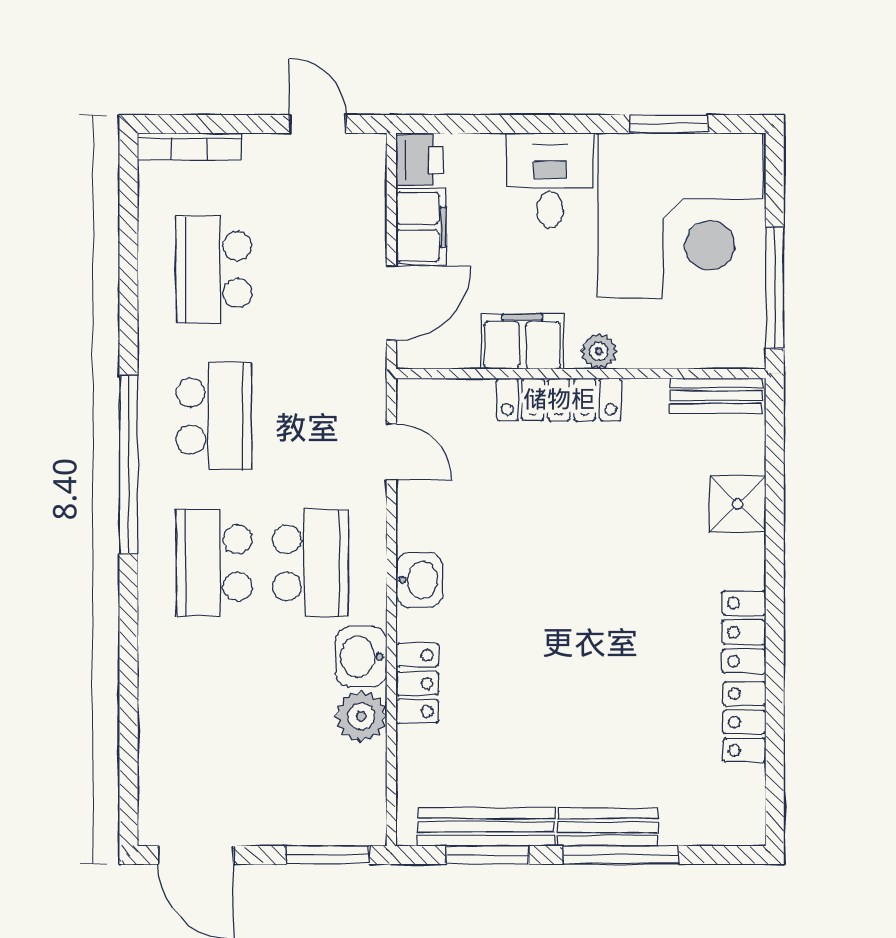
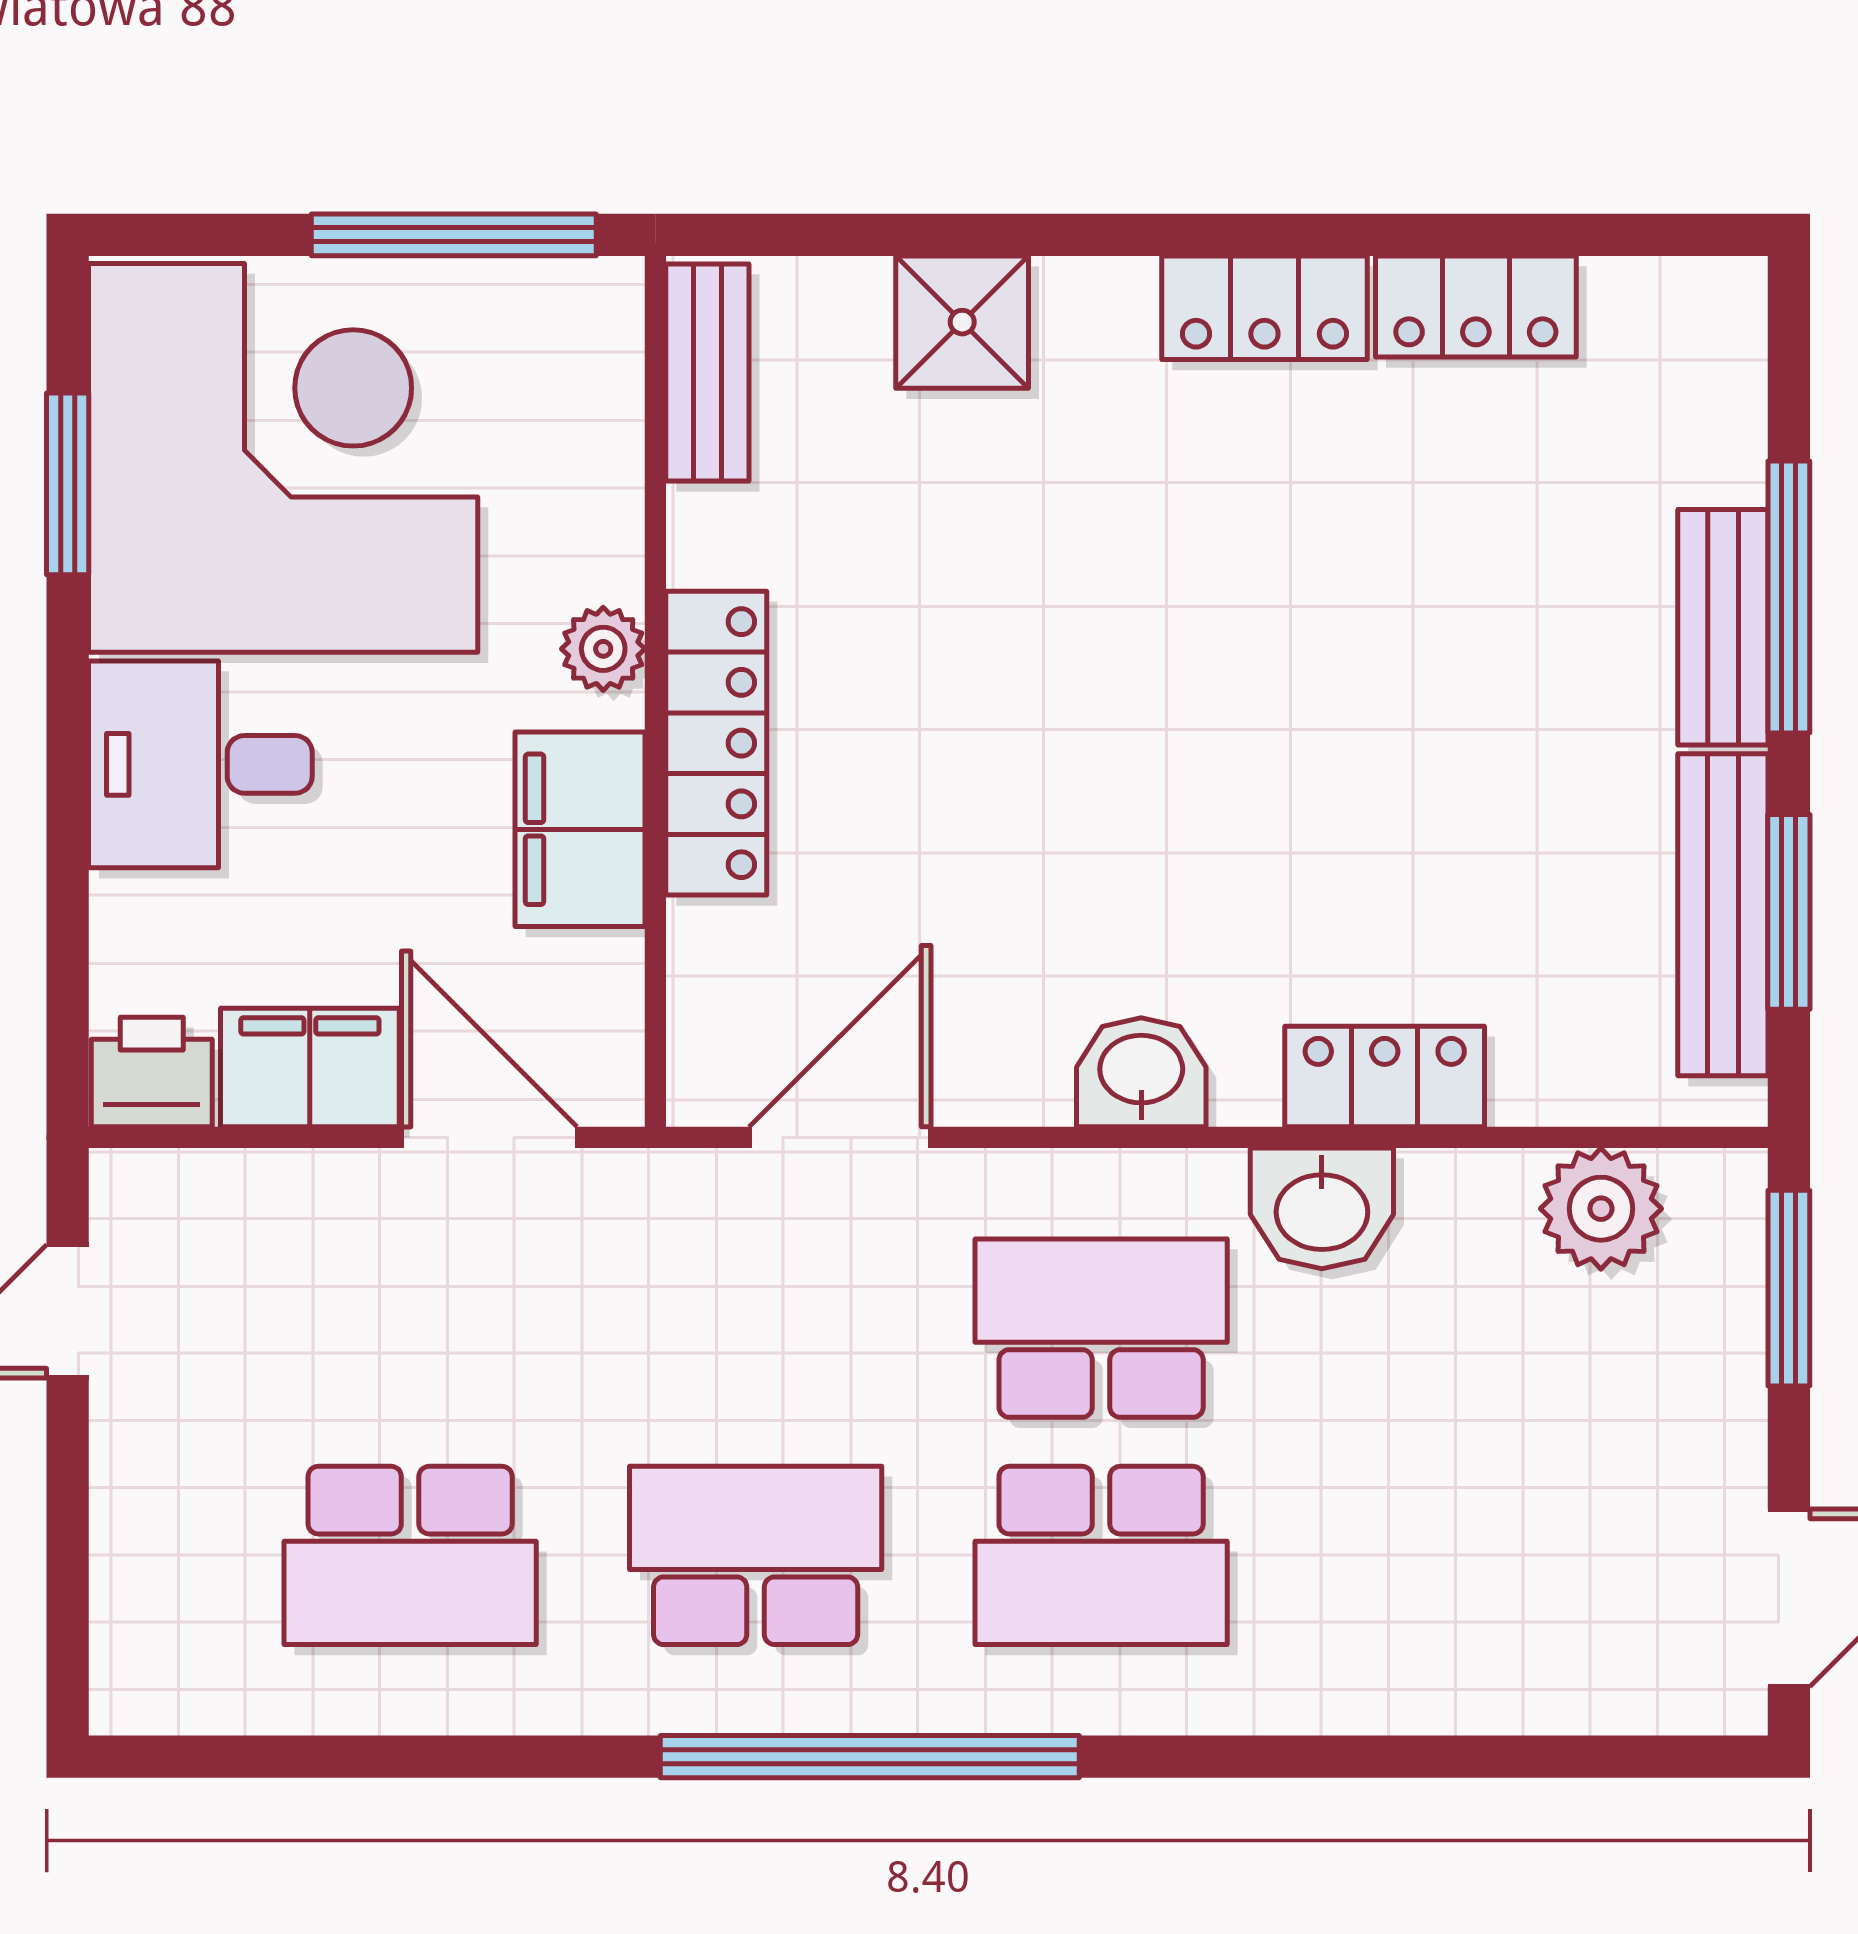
bookcase: (190, 146) -> (120, 1613), removed
door: (391, 452) -> (840, 1137), width x1.38
plant: (361, 716) -> (1601, 1209), moved

